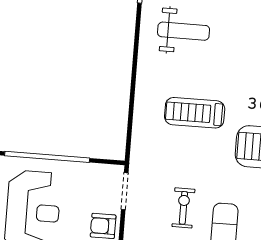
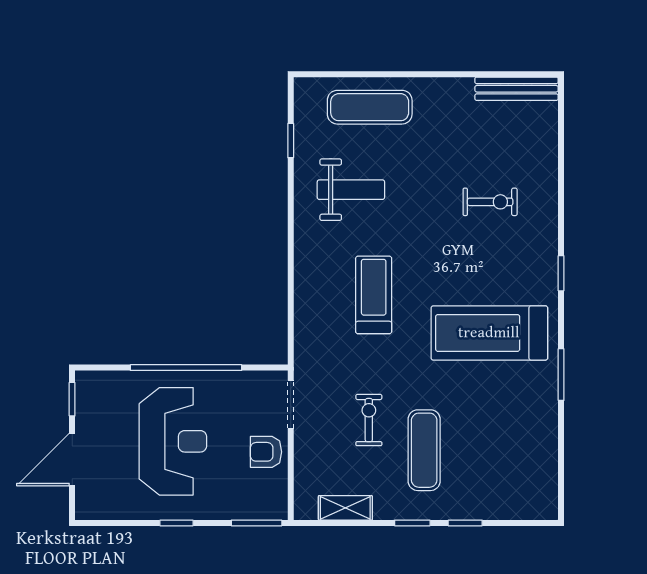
treadmill: (195, 113) -> (374, 295), turned 90

